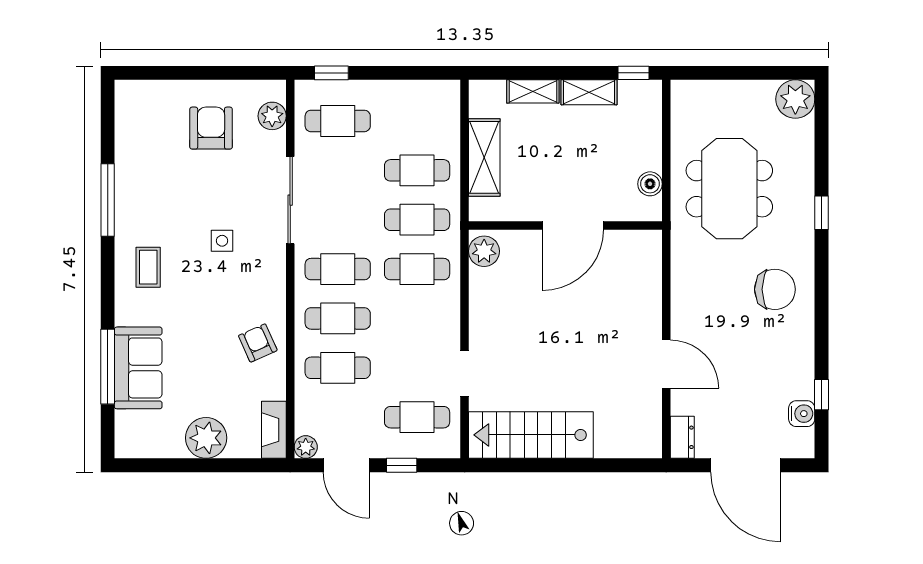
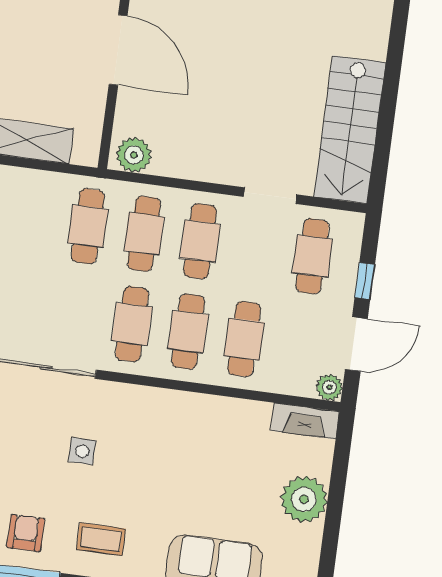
cafe table: (417, 170) -> (200, 241), moved
armchair: (258, 343) -> (26, 533), moved, turned 114

